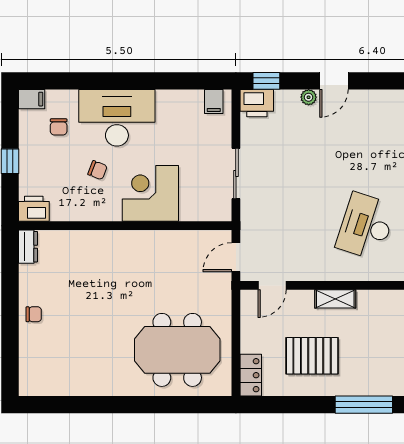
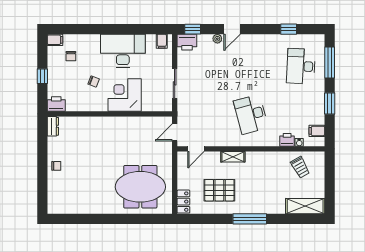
desk: (117, 118) -> (123, 51), moved
desk: (366, 226) -> (251, 114), turned -33

